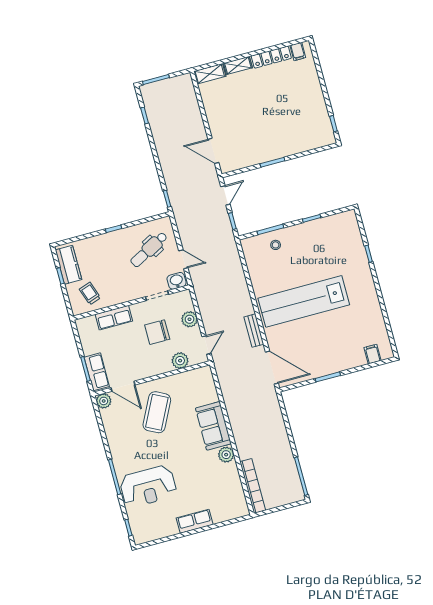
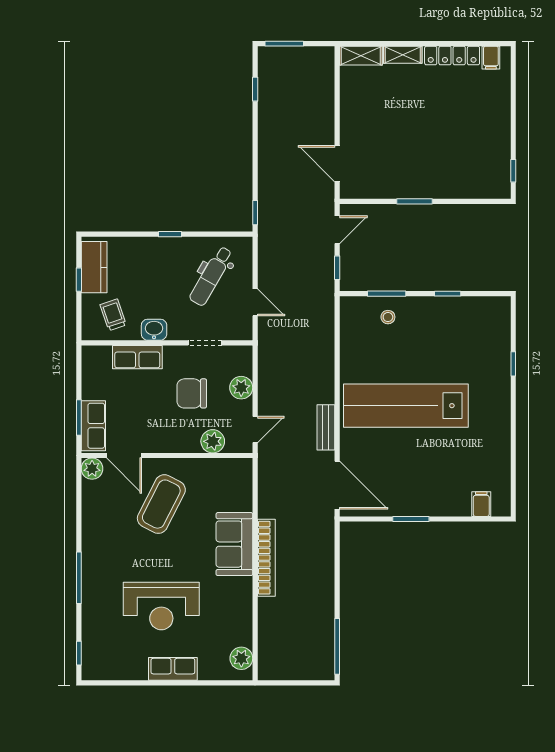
dental chair: (149, 249) -> (211, 276), turned -32
washbasin: (177, 281) -> (154, 330), moved
plant: (226, 455) -> (241, 658), moved
reception desk: (148, 486) -> (161, 606), moved
bookcase: (253, 486) -> (266, 558), moved

